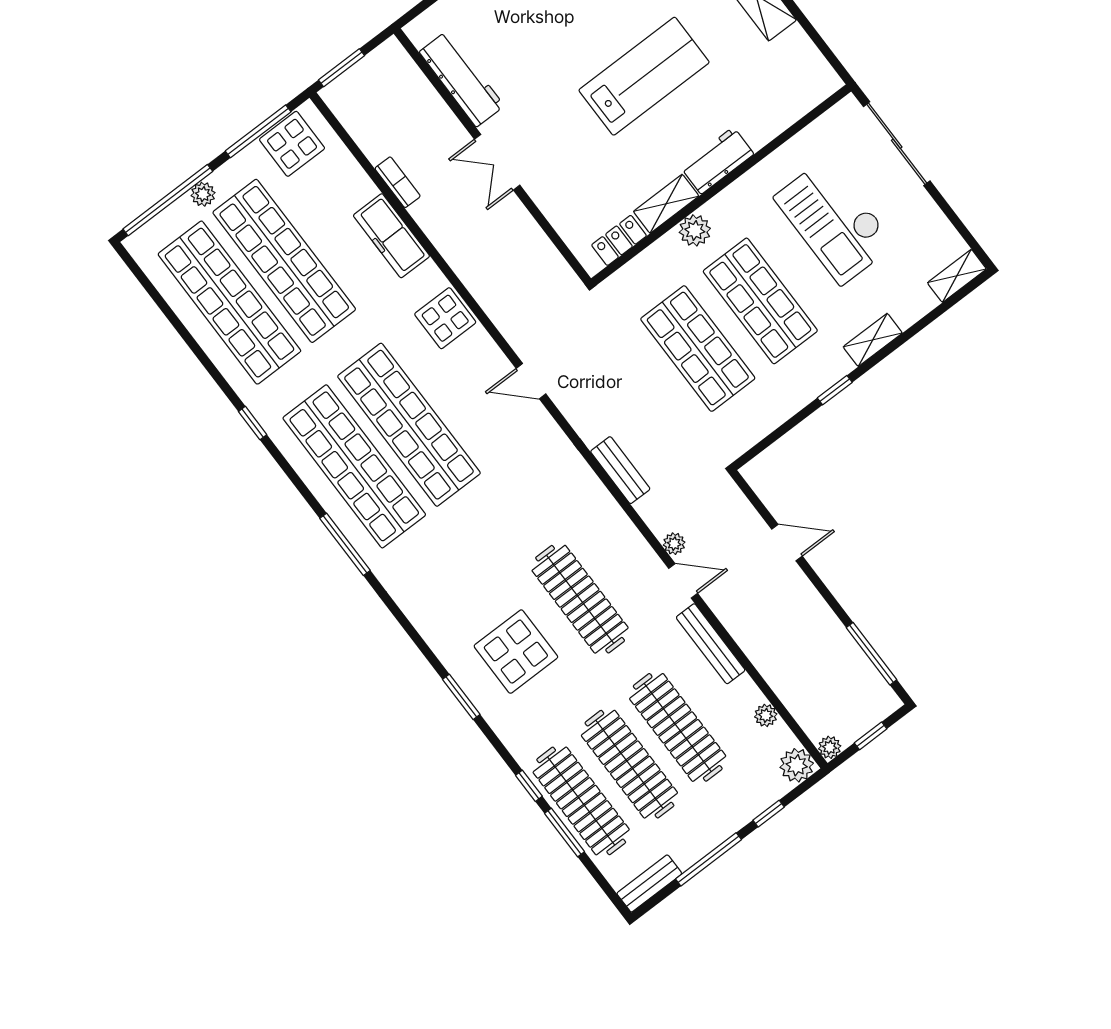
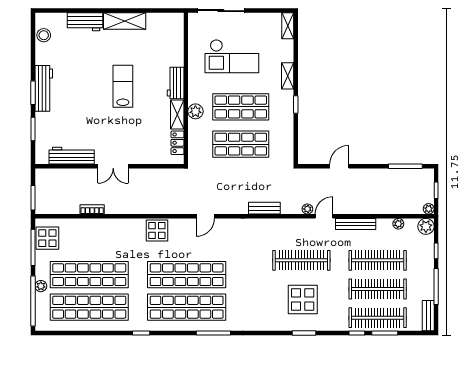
lab bench: (644, 76) -> (123, 86), width x0.73, depth x0.72
freezer: (391, 236) -> (110, 227), removed

